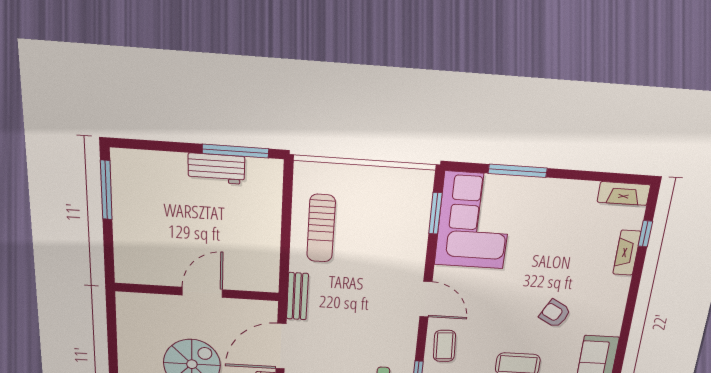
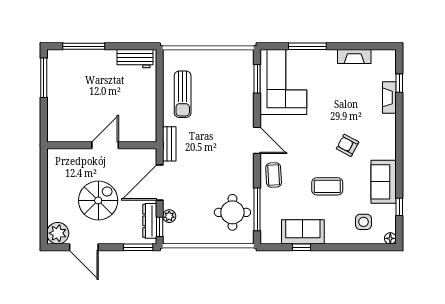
window: (235, 151) -> (84, 46), moved
workbench: (216, 169) -> (135, 59), moved
fireplace: (624, 194) -> (354, 57), moved

